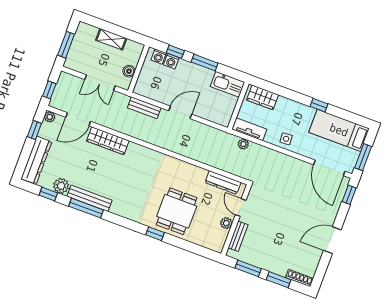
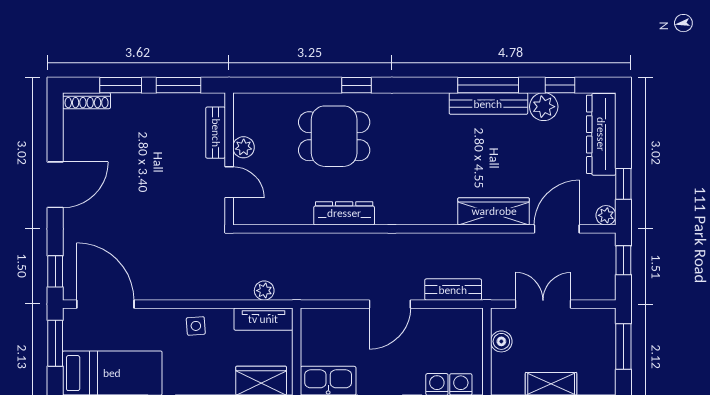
dresser: (223, 182) -> (344, 213), moved
dining table: (177, 211) -> (334, 136), turned 90

